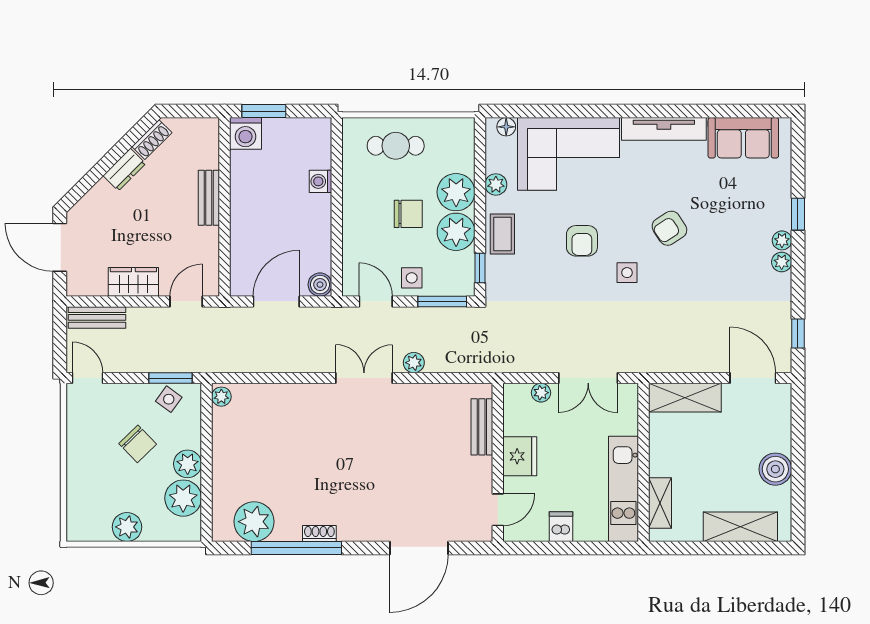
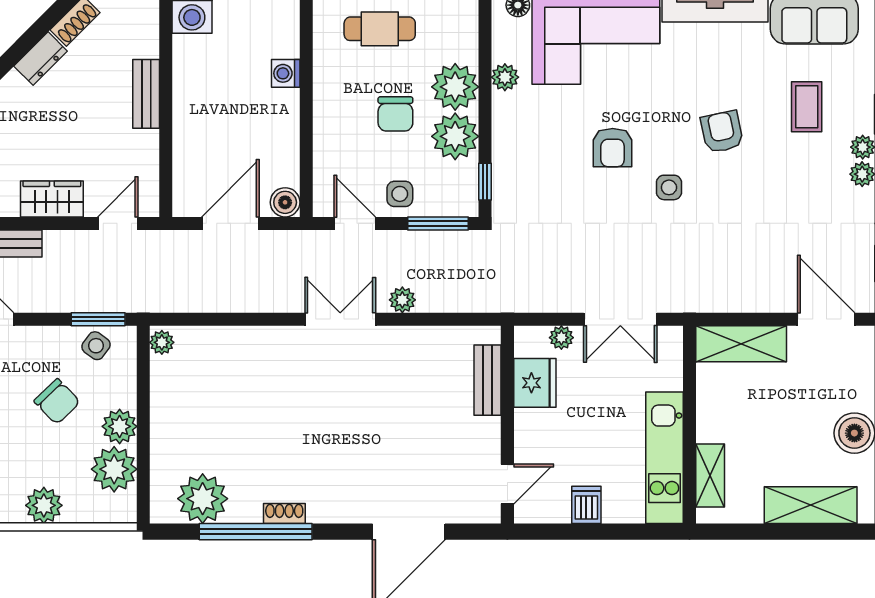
chair: (408, 214) -> (395, 114), turned 90
armchair: (669, 228) -> (722, 132), turned 111
coffee table: (502, 234) -> (807, 107), moved
fridge: (520, 456) -> (535, 383), moved

